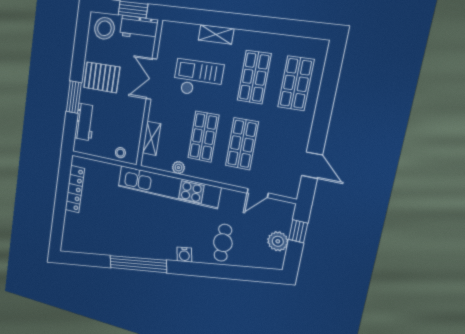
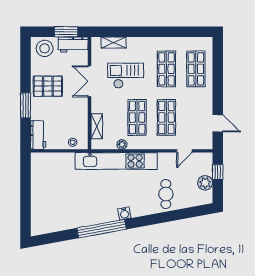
shelving: (216, 34) -> (114, 42), moved
workbench: (85, 122) -> (38, 135), moved
locker: (75, 189) -> (37, 180), removed
water cooler: (184, 255) -> (124, 213), moved

